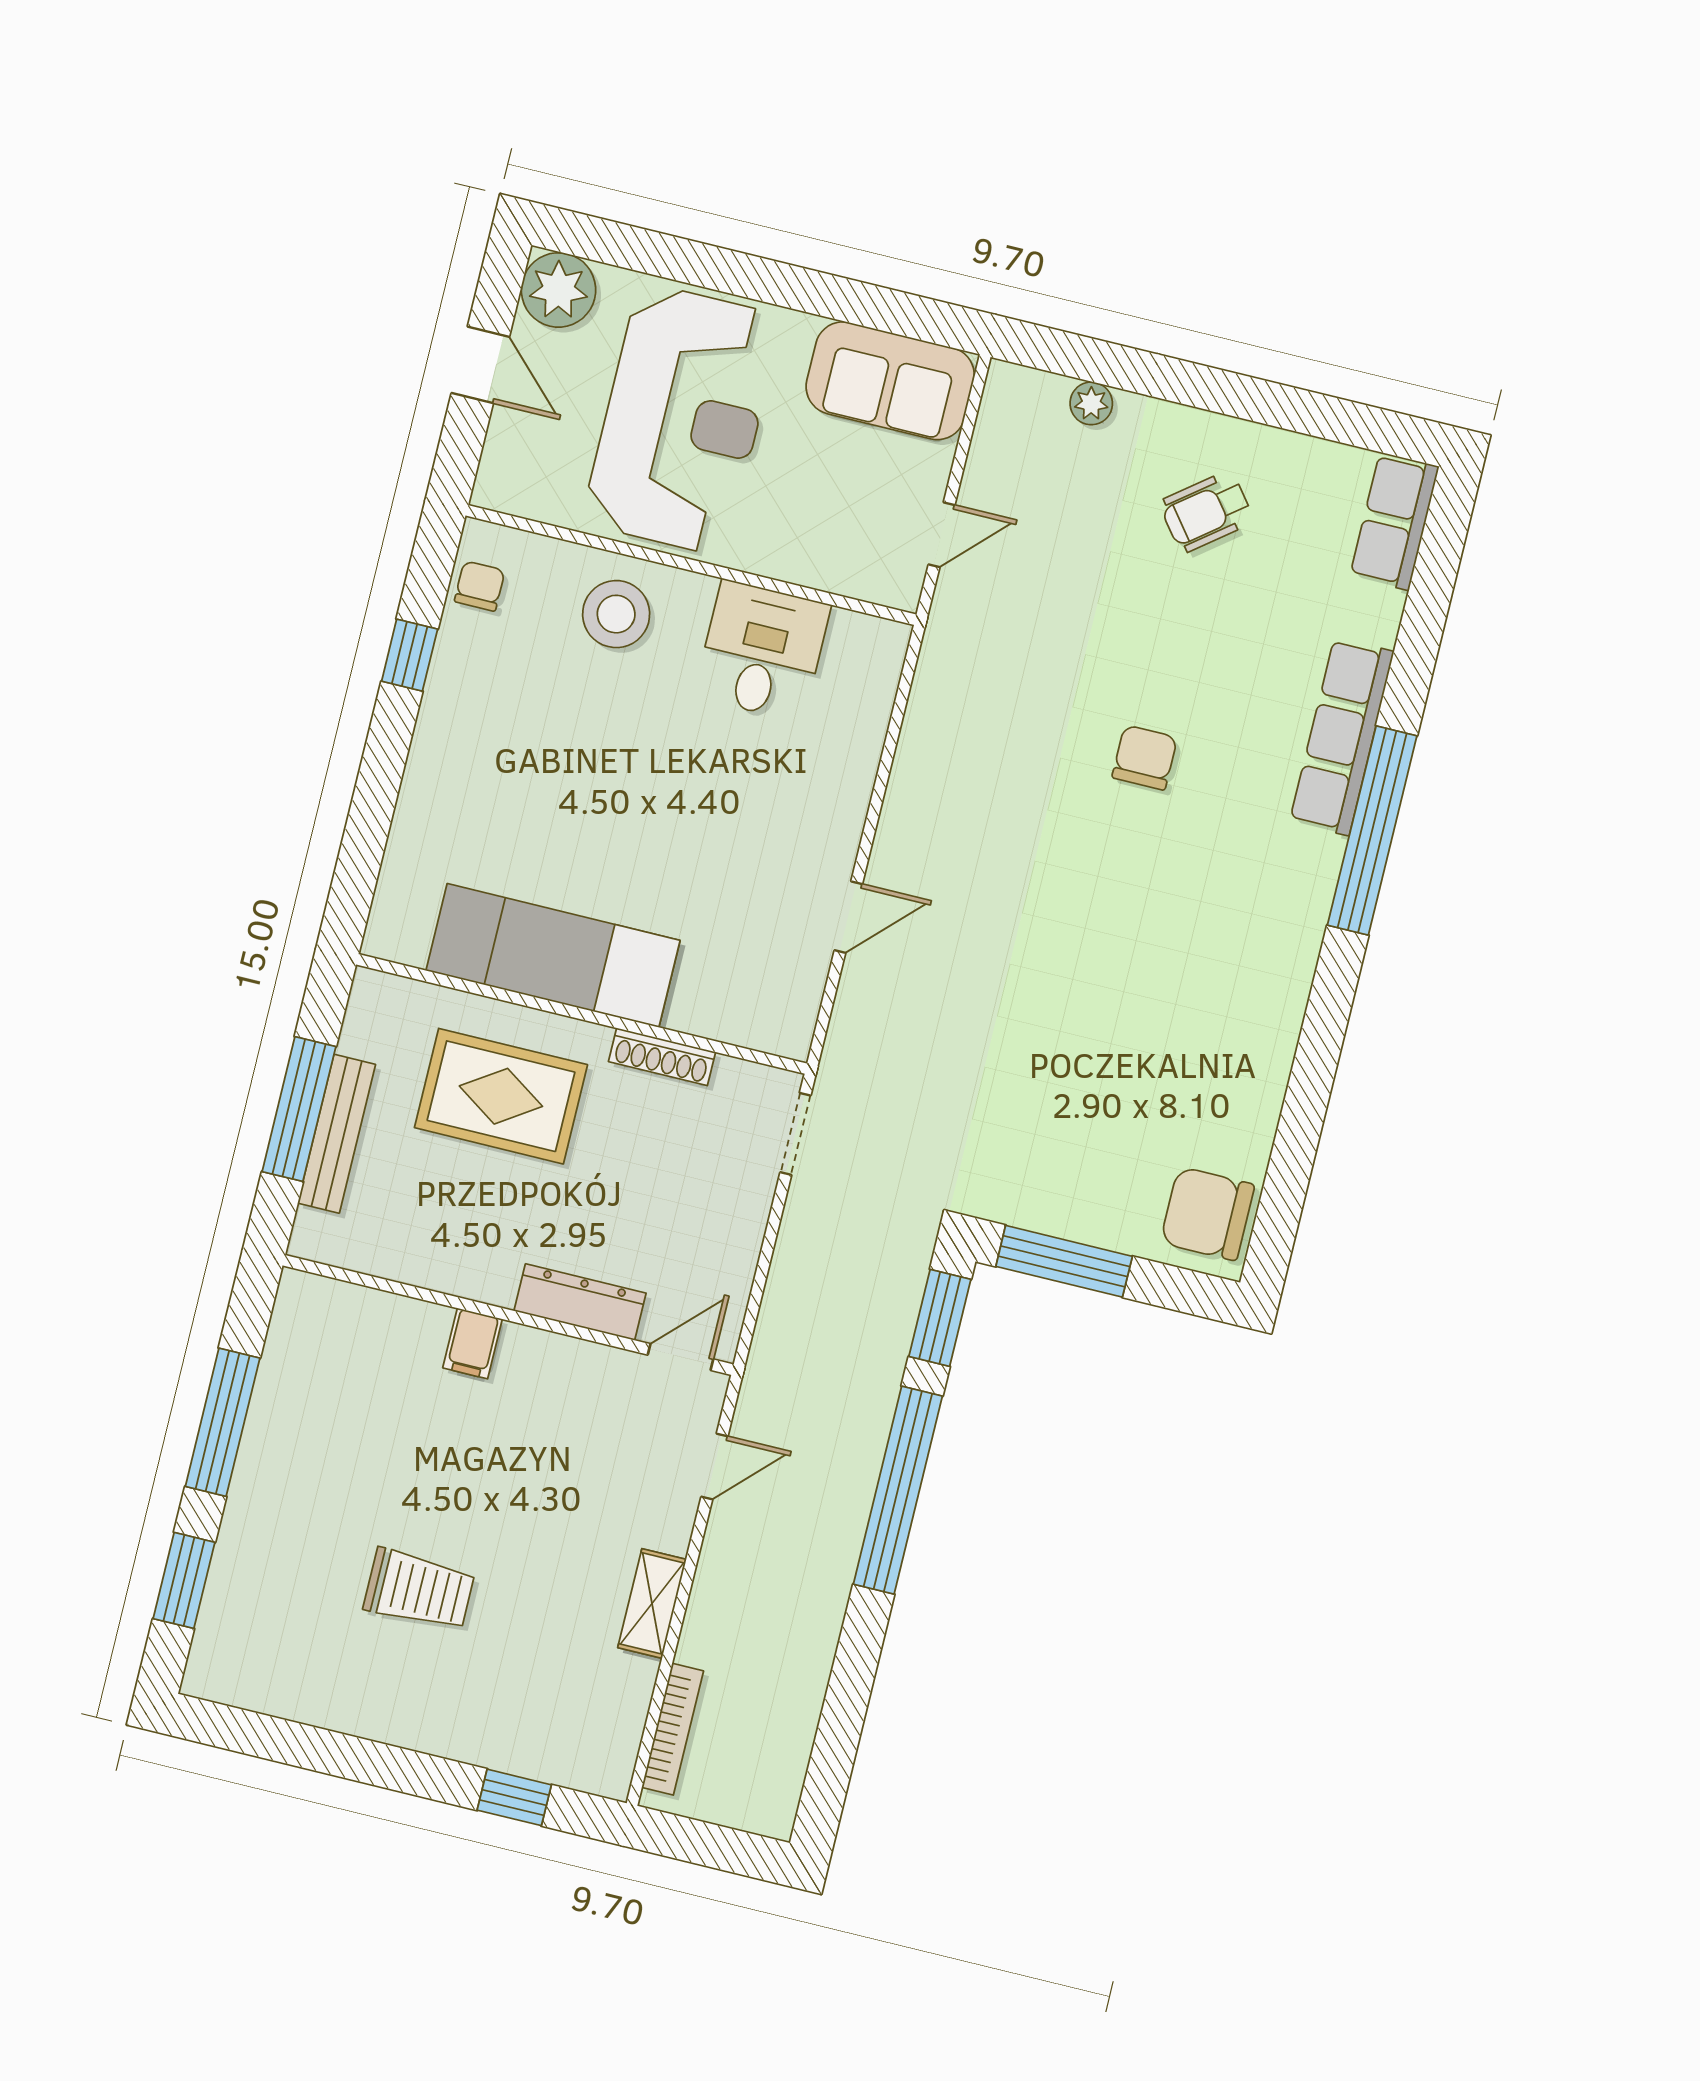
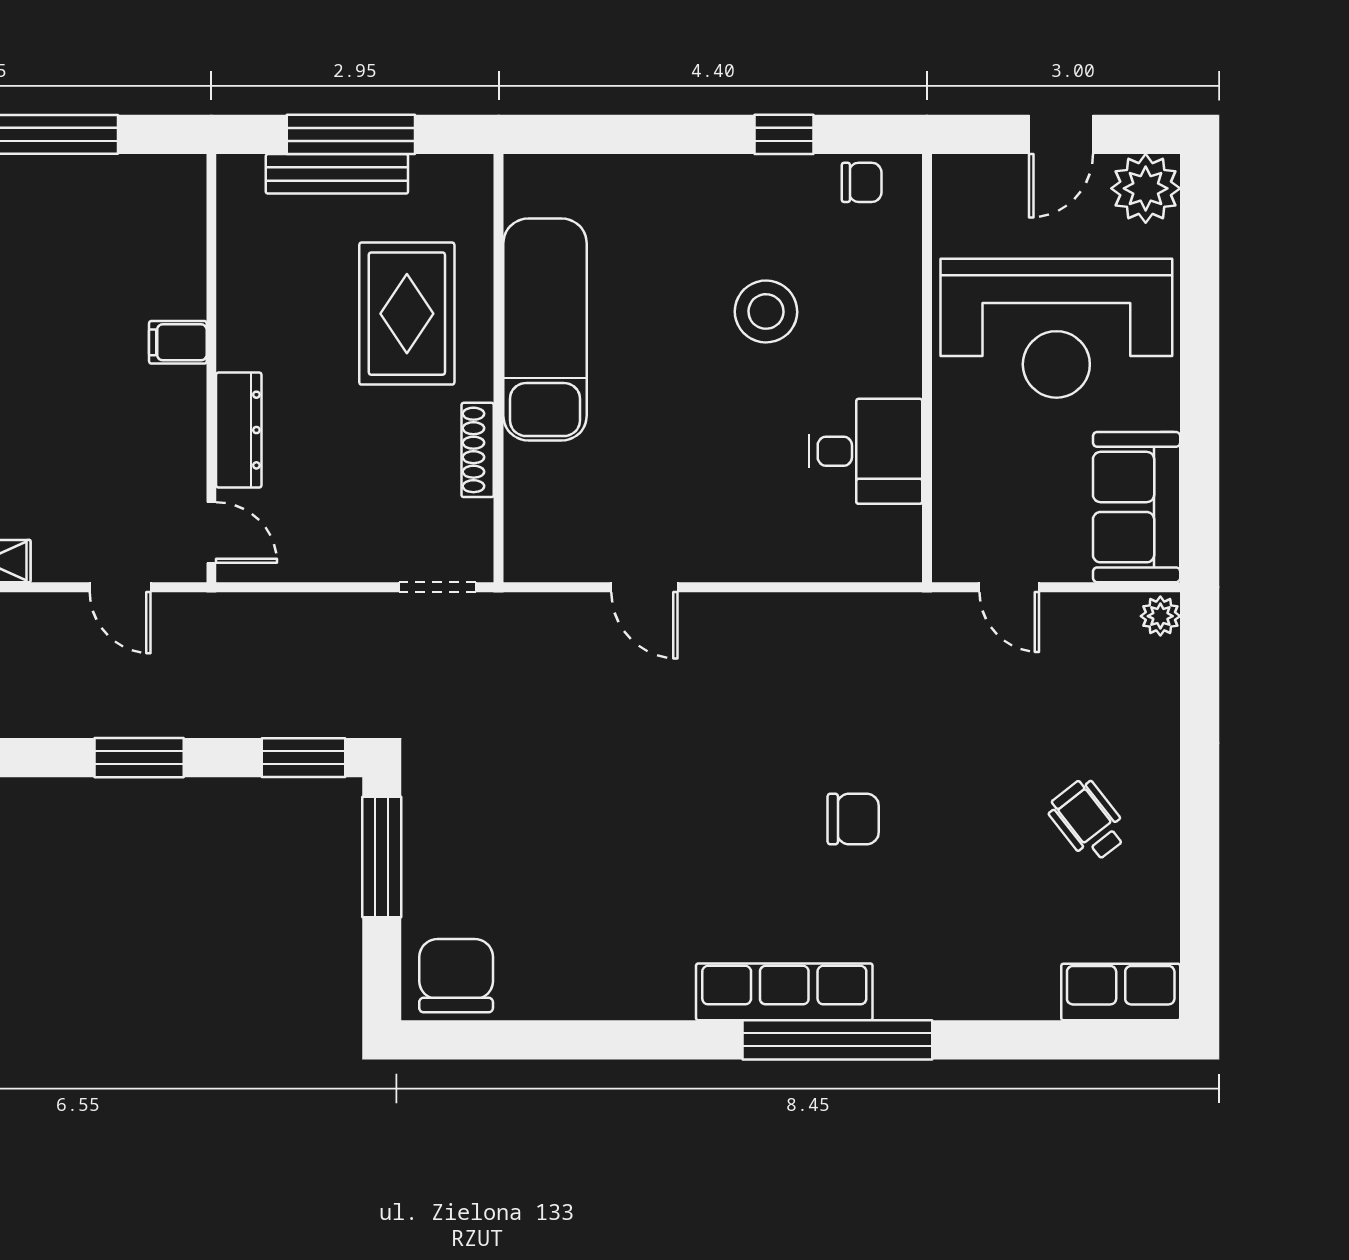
plant: (1091, 403) -> (1160, 616), moved
stool: (616, 614) -> (766, 311), moved
row of seats: (1342, 736) -> (784, 992), moved
window: (898, 1490) -> (139, 758), width x0.47

